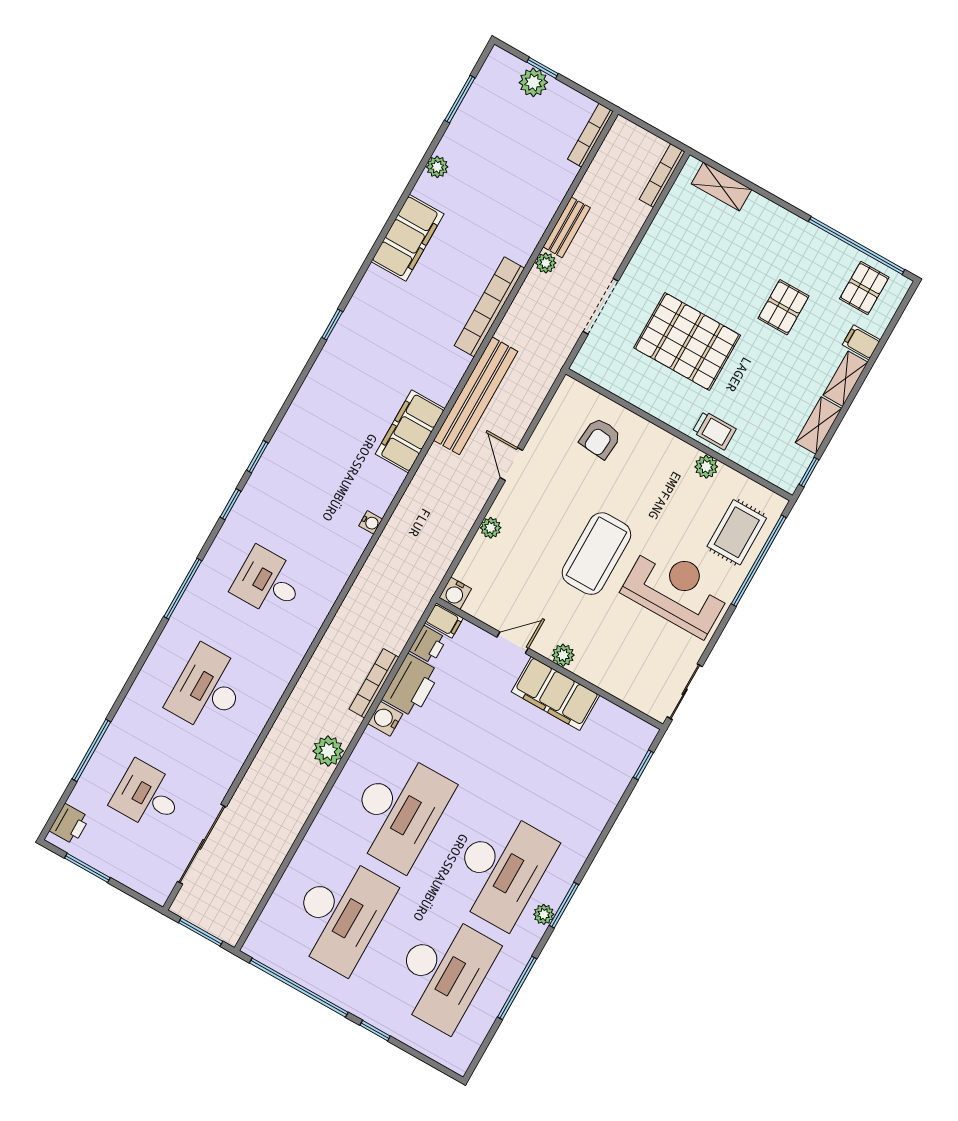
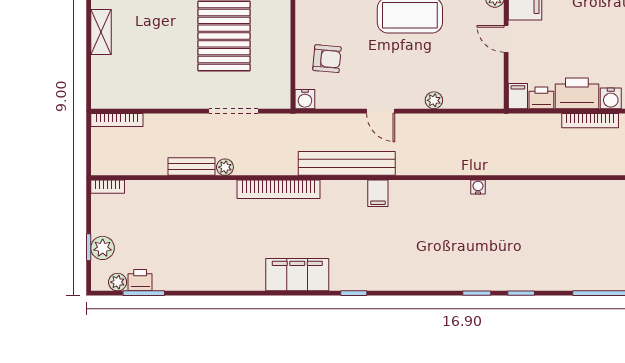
printer: (476, 103) -> (140, 280), added
bookcase: (590, 135) -> (108, 187), width x0.64
plant: (437, 167) -> (118, 282), moved
shelving: (721, 187) -> (101, 32), moved
filing cabinet: (407, 238) -> (297, 275), moved
filing cabinet: (410, 431) -> (378, 193), width x0.33, depth x0.86
door: (511, 464) -> (381, 111), hinge flipped
desk: (268, 582) -> (561, 235), removed
water cooler: (455, 593) -> (305, 99), moved, turned 90

